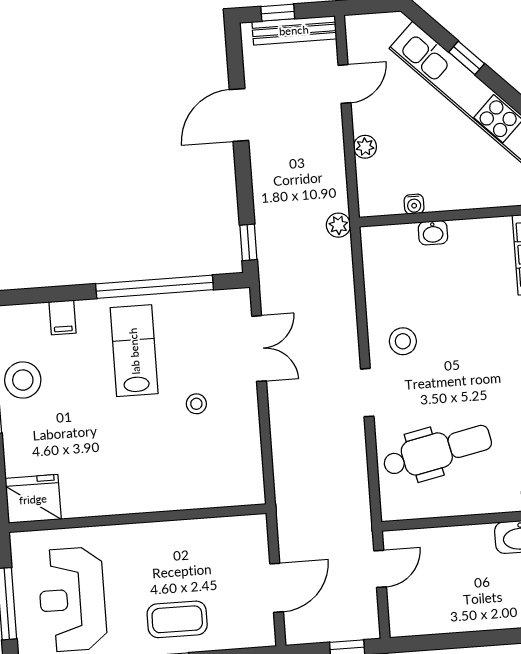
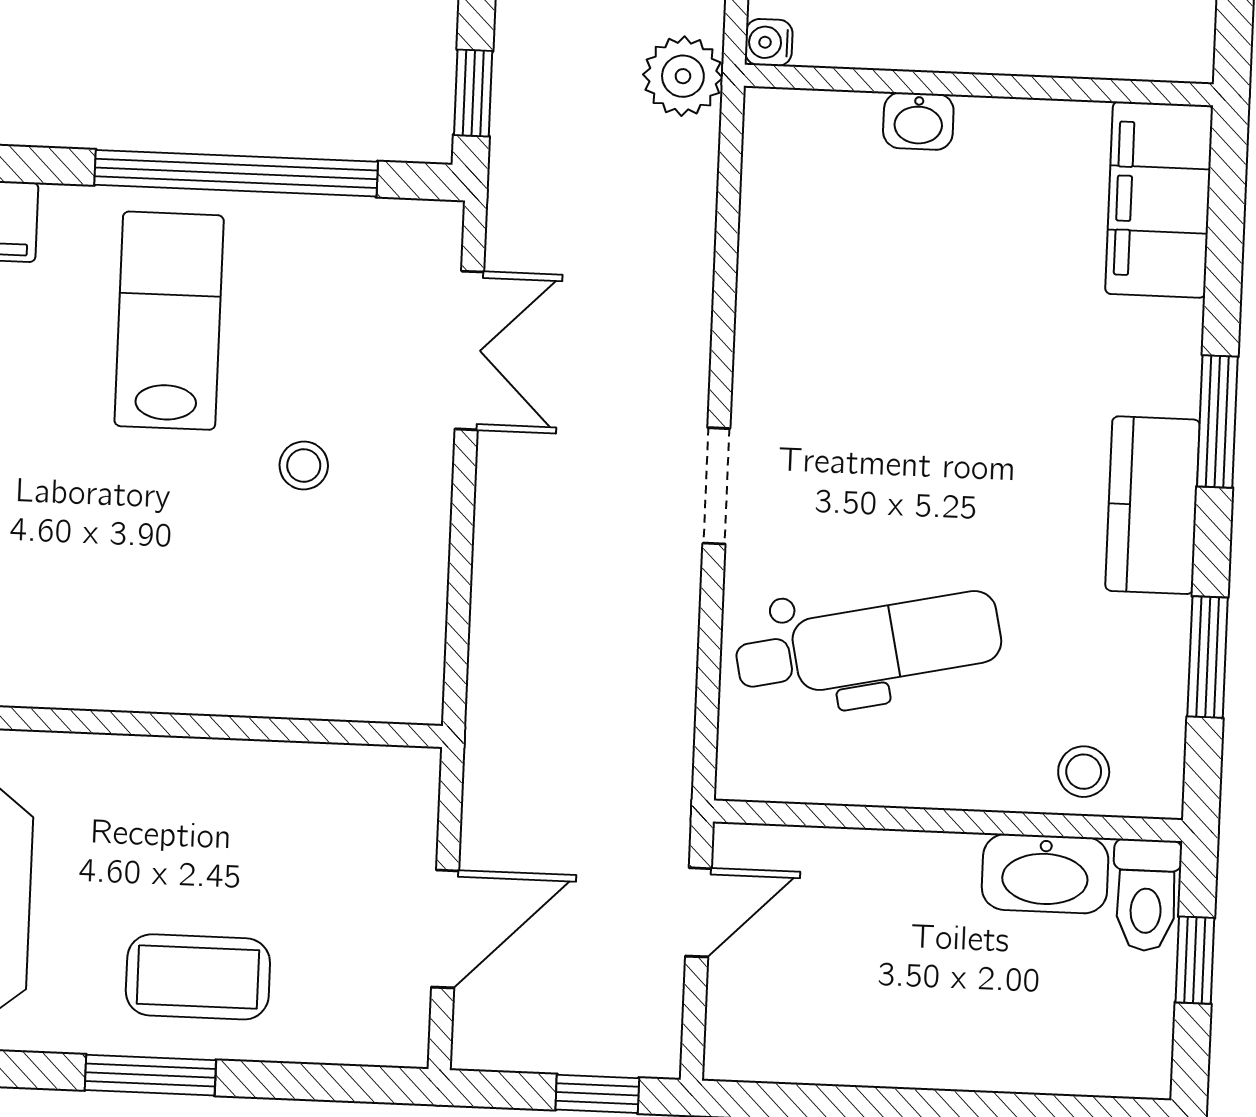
water cooler: (414, 204) -> (769, 42), moved, turned 90
plant: (338, 225) -> (683, 76), width x1.38, depth x1.38
stool: (403, 341) -> (816, 373), removed

